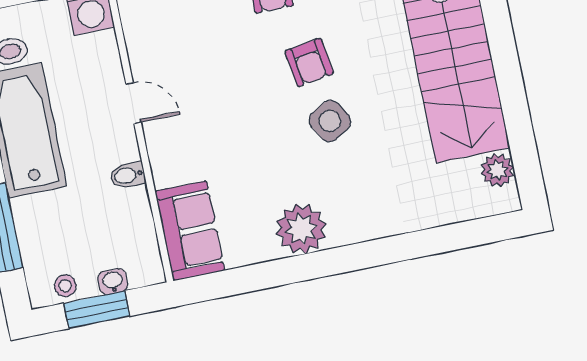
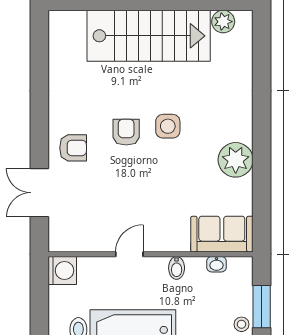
armchair: (309, 62) -> (126, 132), turned -81
side table: (330, 121) -> (168, 126), turned 31
washbasin: (113, 282) -> (217, 264), moved, turned -90

